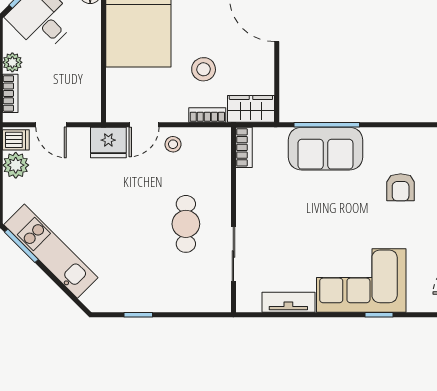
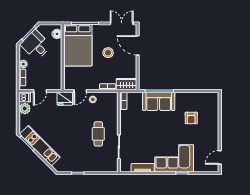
stool: (204, 69) -> (108, 53), moved
door: (51, 125) -> (40, 91), hinge flipped

